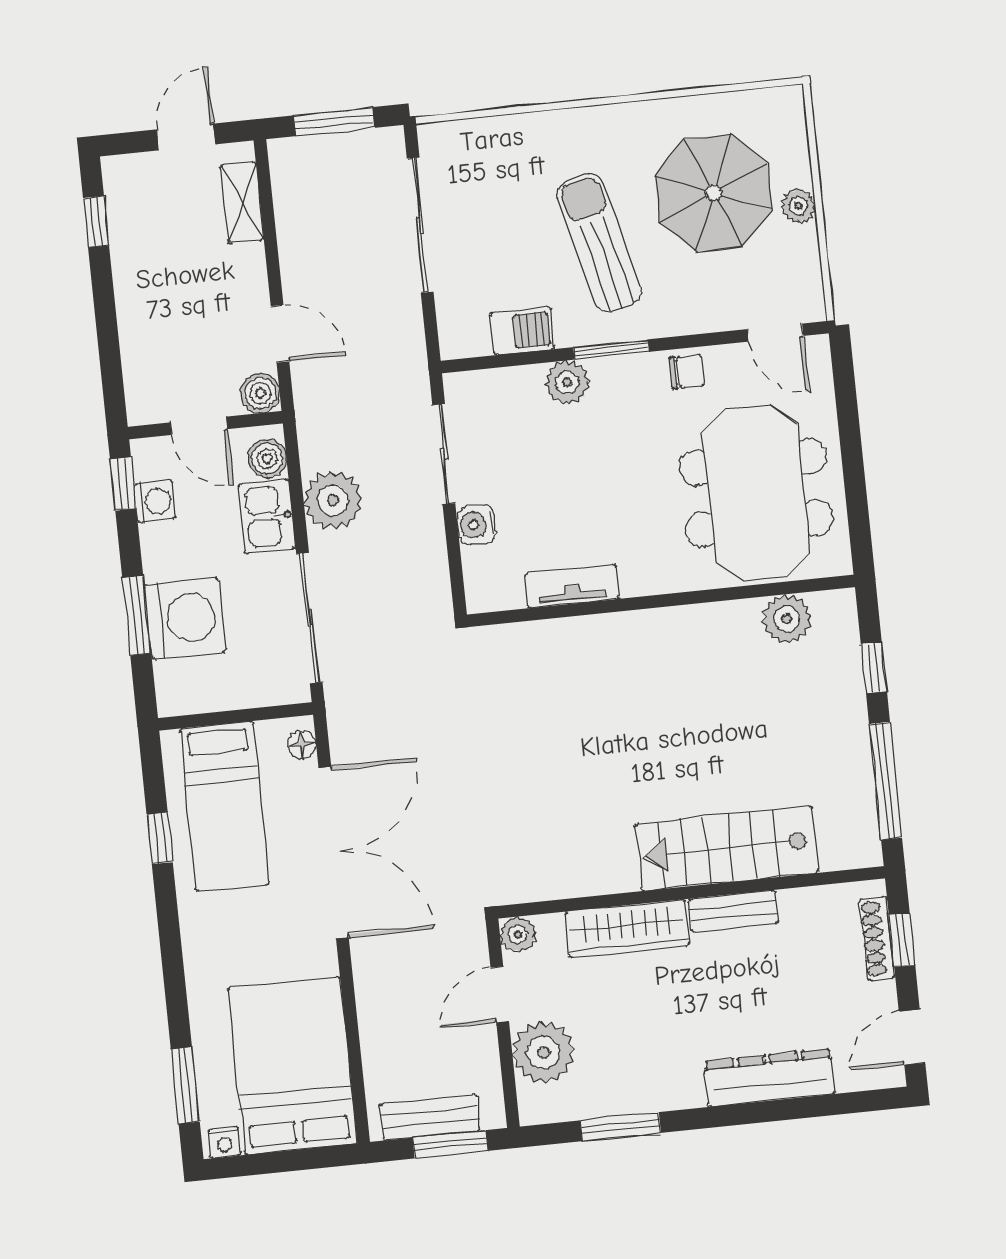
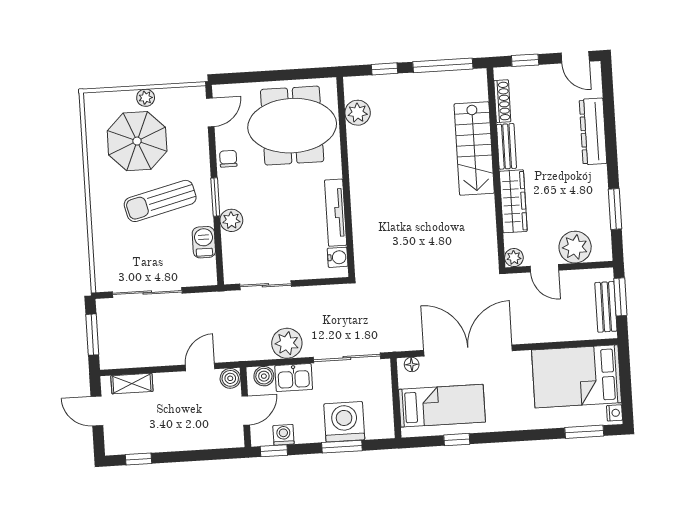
water cooler: (476, 525) -> (338, 257), moved, turned -90
tv unit: (572, 586) -> (336, 213), width x1.41
shoe rack: (877, 939) -> (502, 101), moved, turned -90

